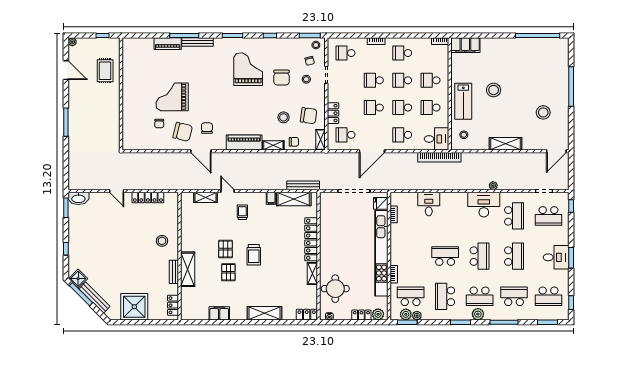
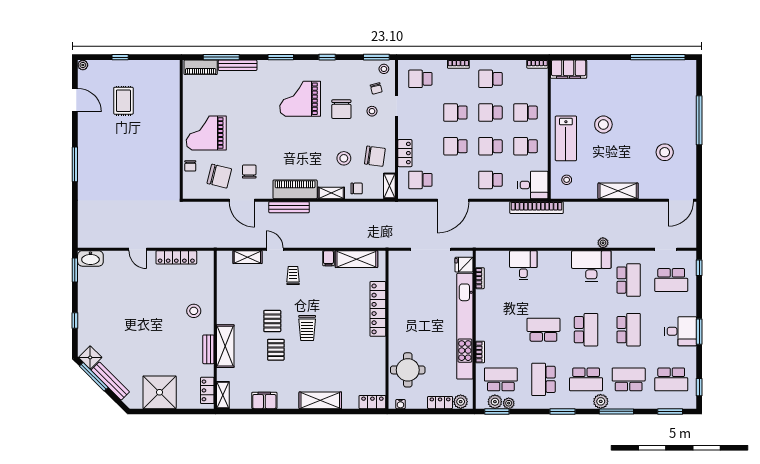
grand piano: (248, 69) -> (300, 99), turned -90
wall: (121, 94) -> (181, 129), moved
bench: (303, 185) -> (289, 207), moved
shelving: (312, 274) -> (223, 395), moved
plant: (478, 314) -> (601, 401), moved

